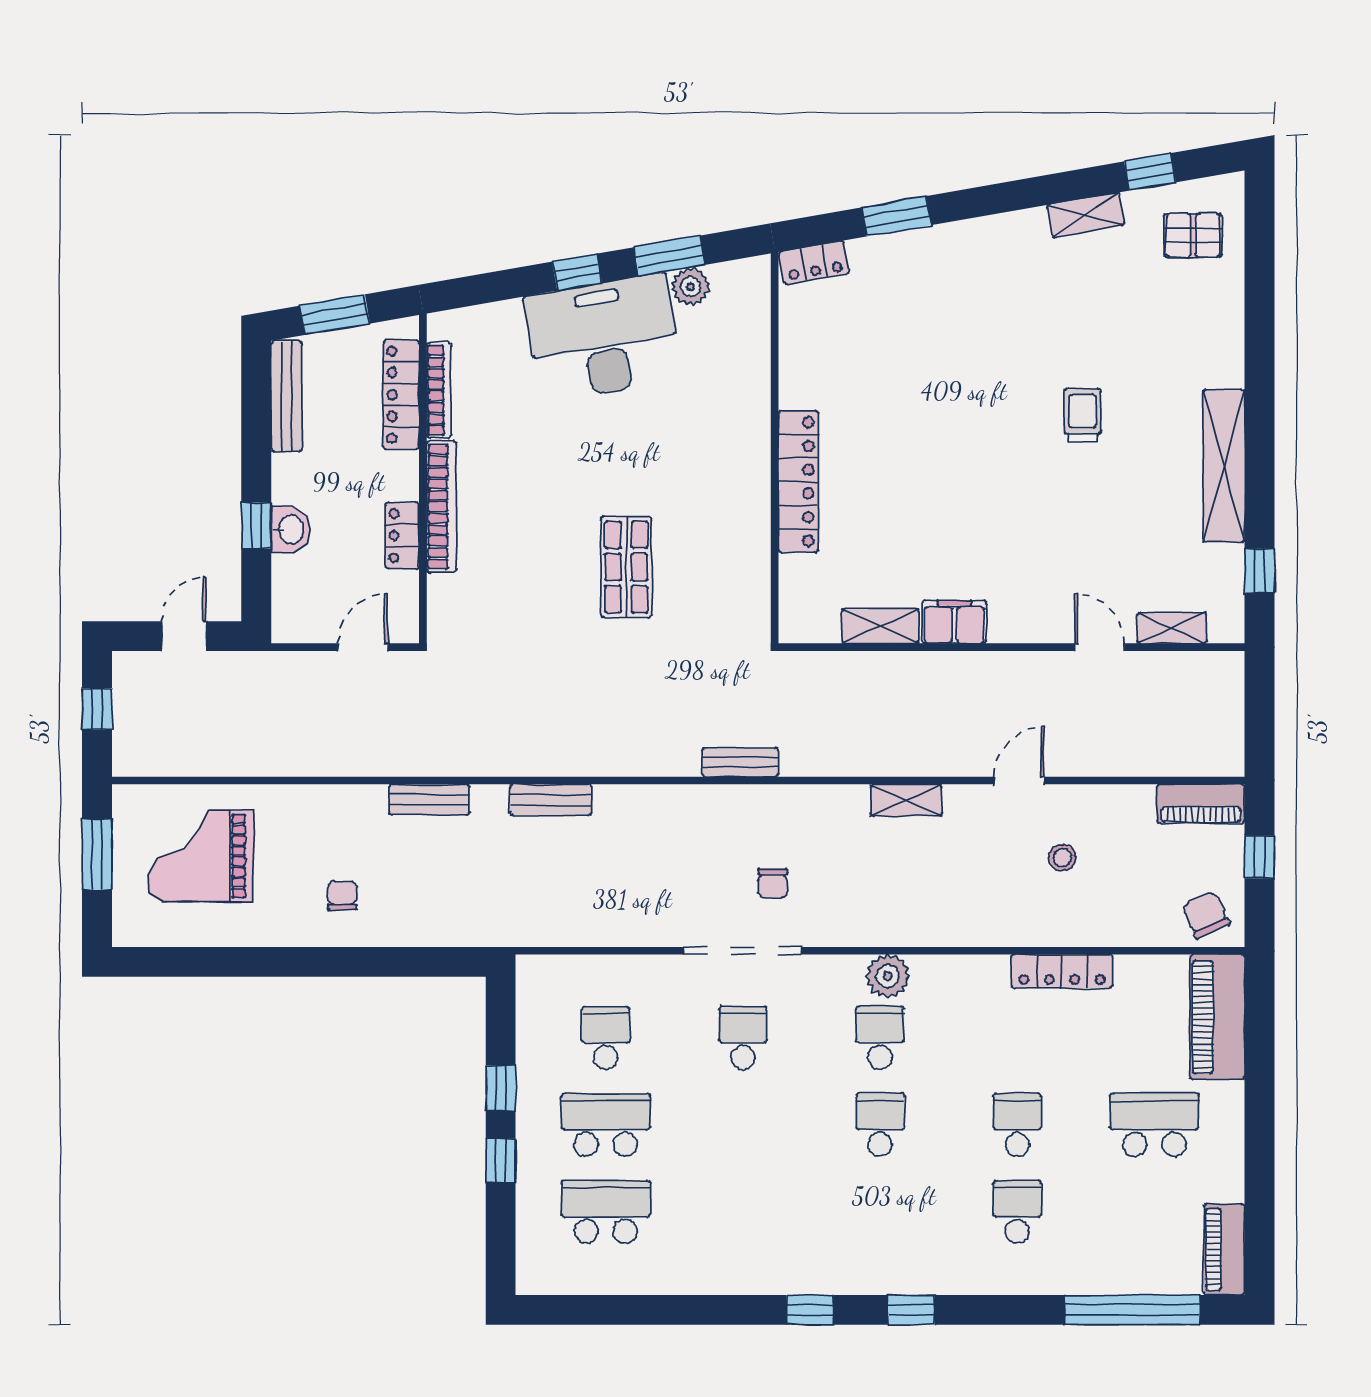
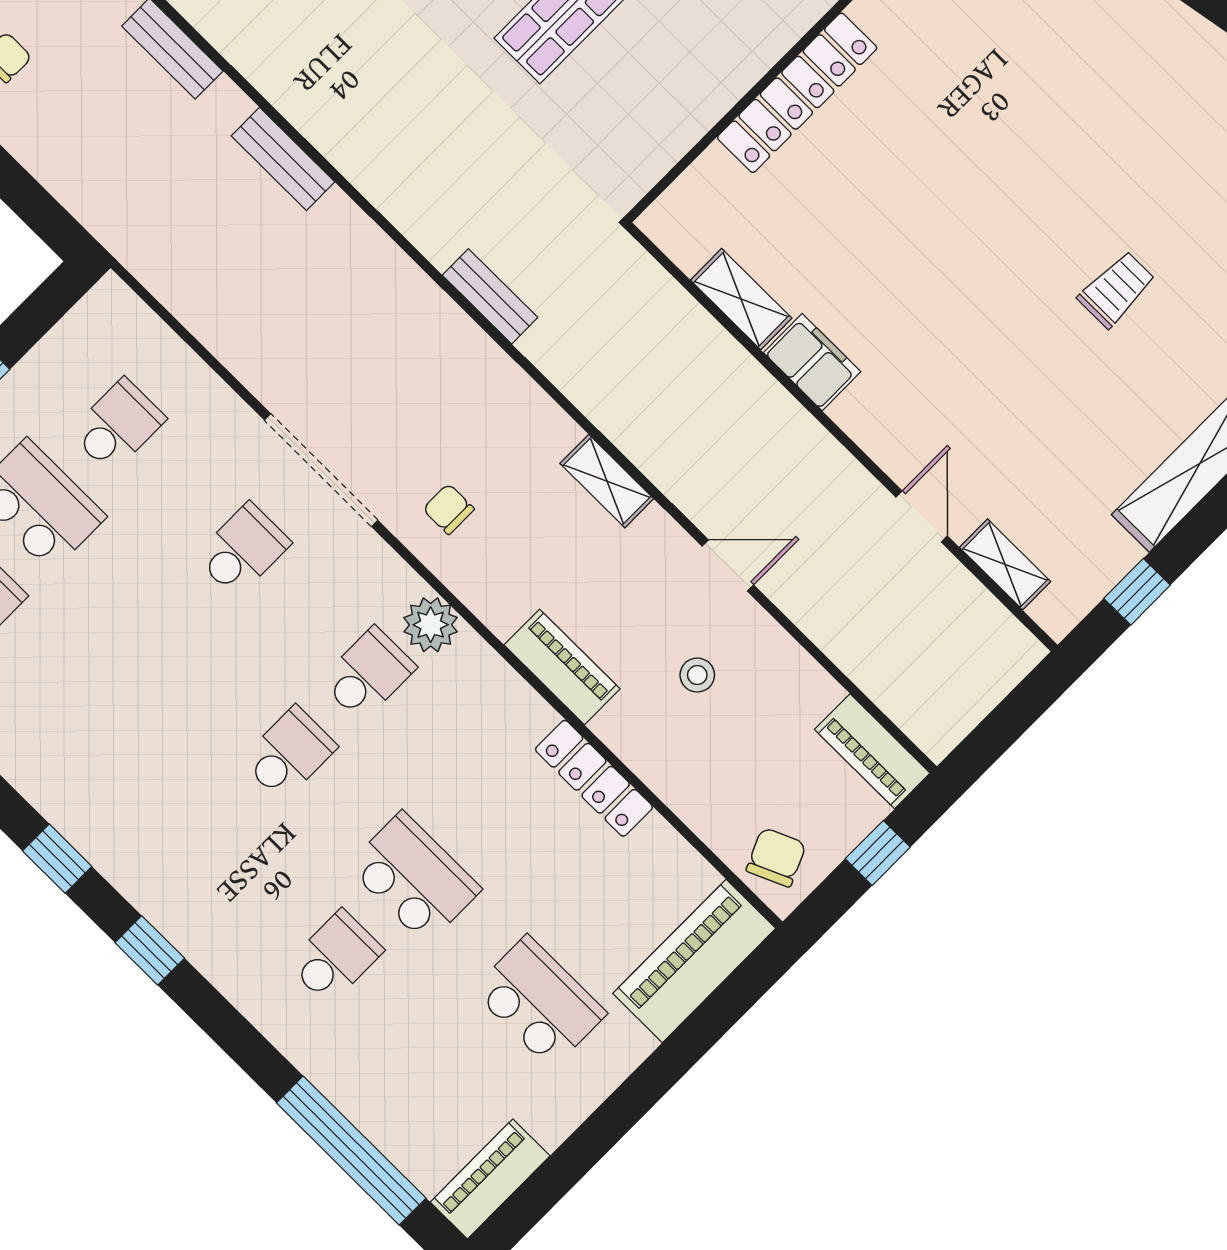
chair: (773, 883) -> (449, 509), moved, turned 90
piano: (983, 927) -> (562, 667), added
school desk: (1017, 1125) -> (414, 878), width x1.85

